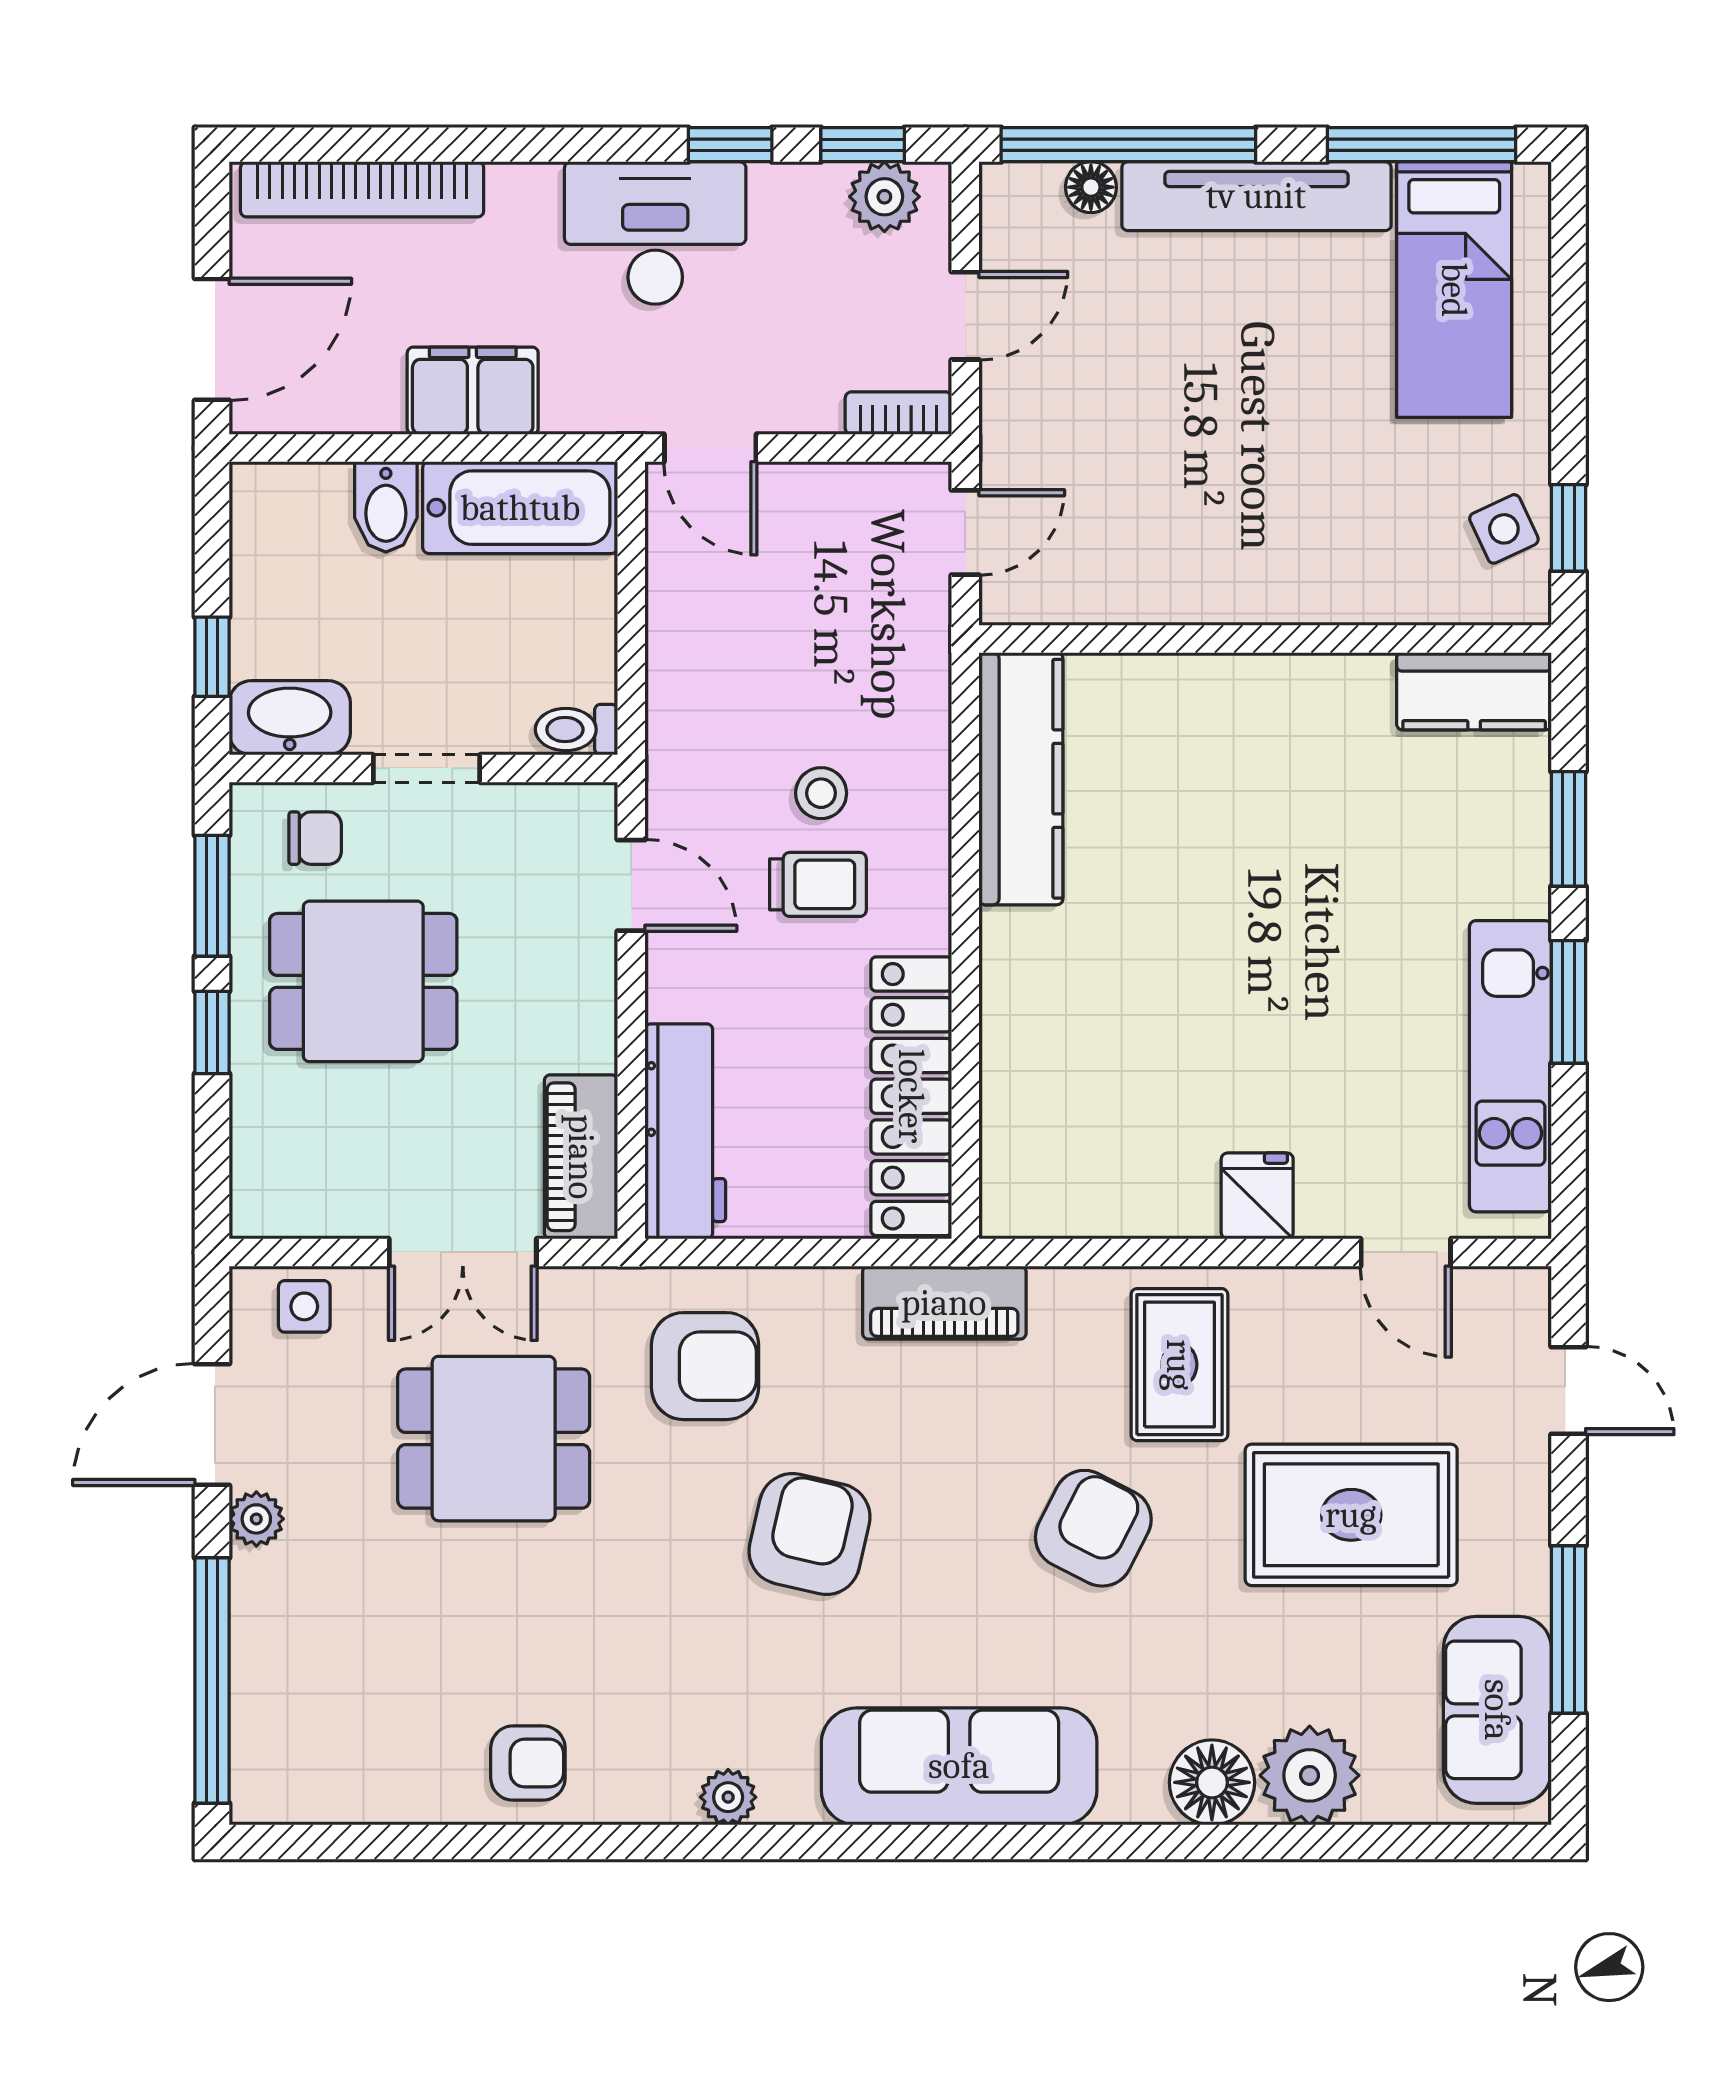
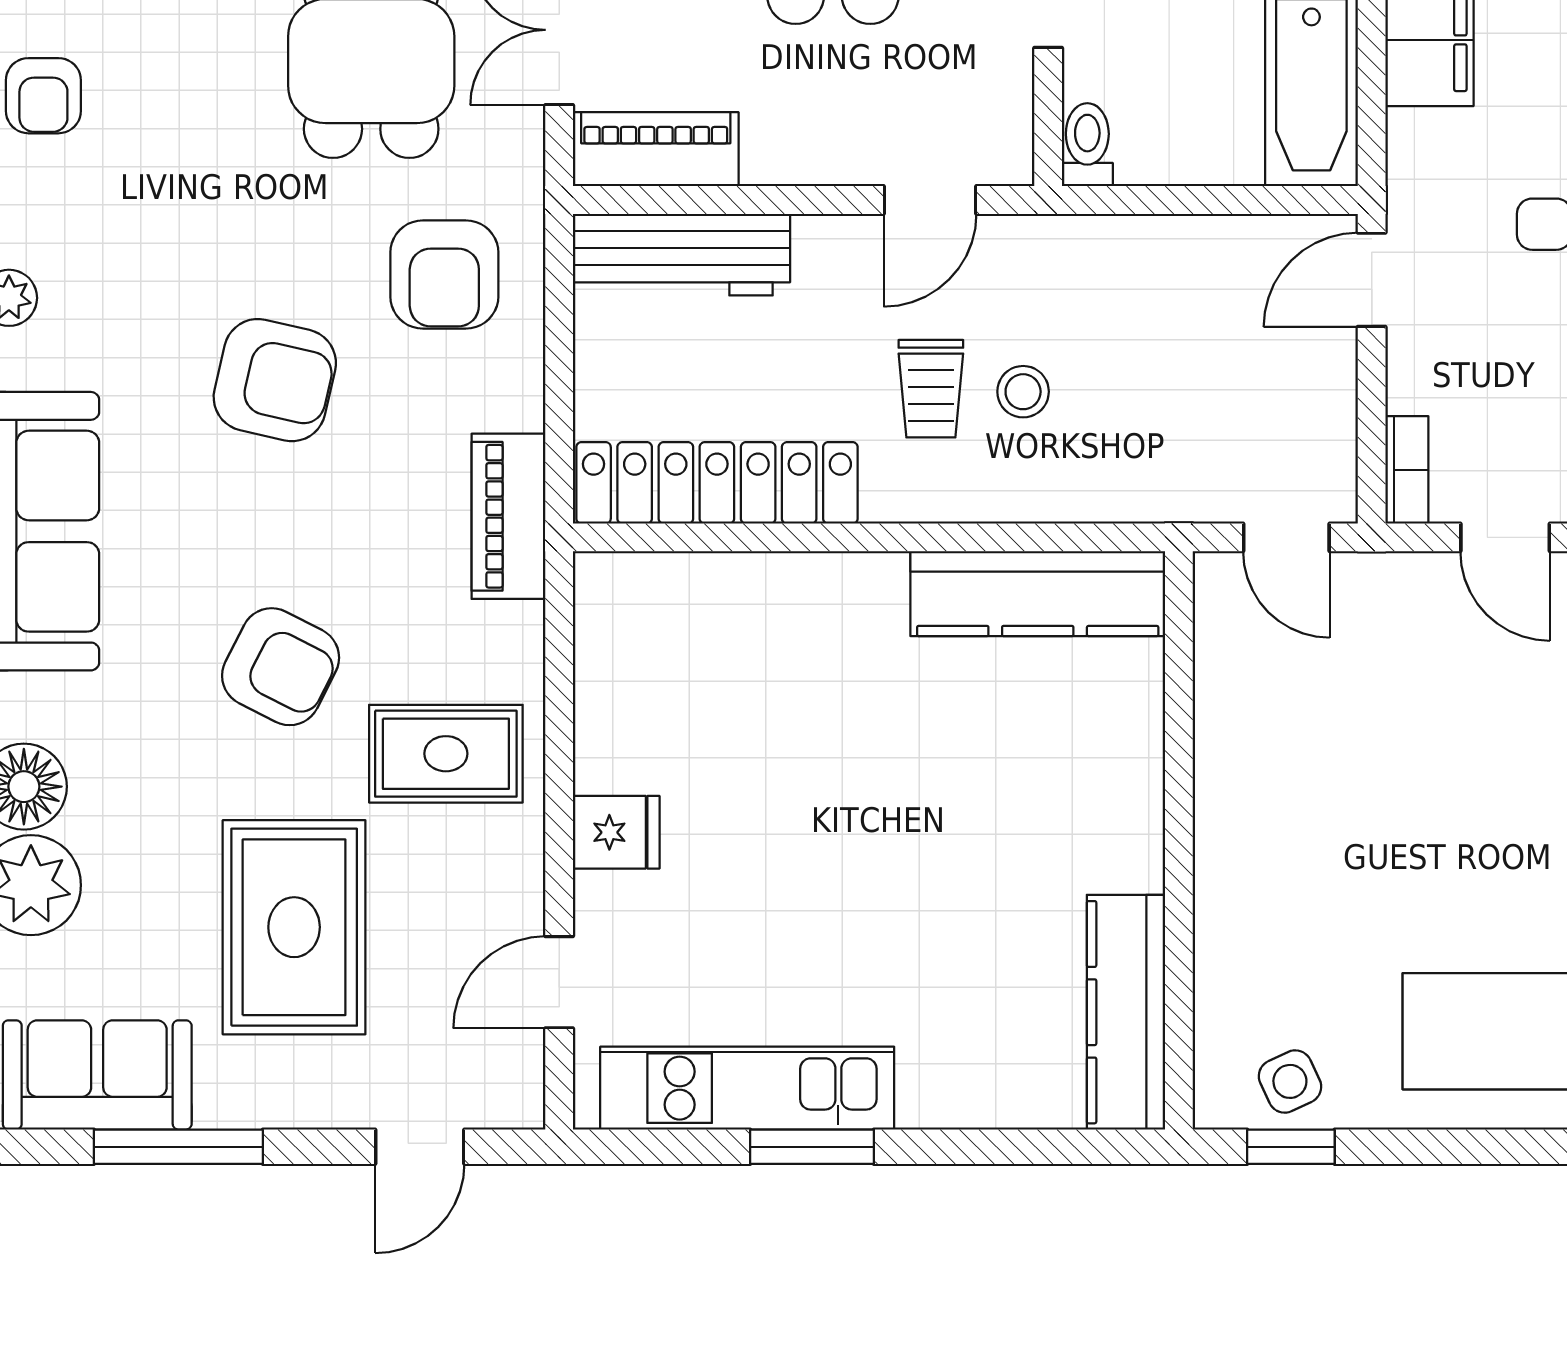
kitchen counter: (1474, 691) -> (1126, 1012), width x1.50
window: (1569, 829) -> (987, 1147), removed

